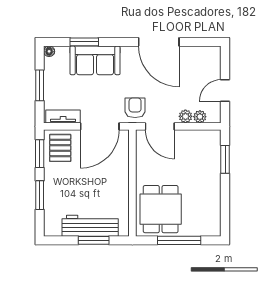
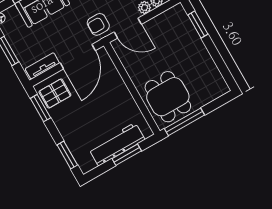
armchair: (135, 108) -> (98, 24), turned -90
pallet: (60, 148) -> (55, 93), turned 90
window: (40, 195) -> (67, 155), moved
window: (179, 240) -> (184, 122), moved

